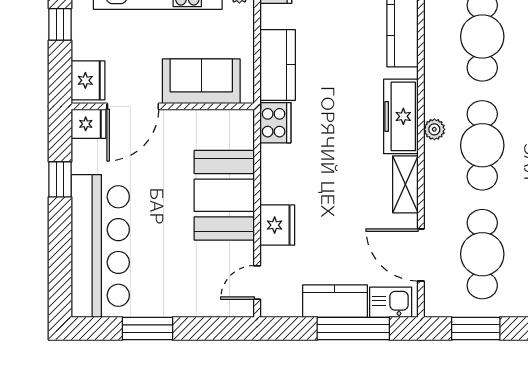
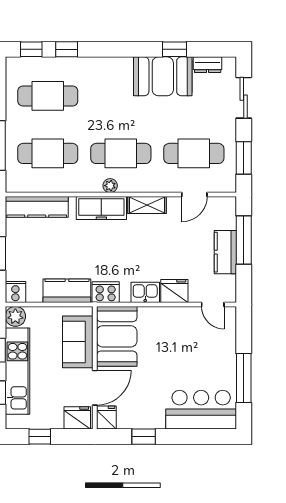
door: (133, 106) -> (95, 388), hinge flipped
booth: (224, 195) -> (117, 336), moved, turned 90
bar counter: (100, 246) -> (201, 410), width x0.73
door: (421, 255) -> (194, 195), width x0.73
kitchen sink: (391, 302) -> (145, 292), moved, turned 90
window: (147, 329) -> (244, 378), width x1.44

